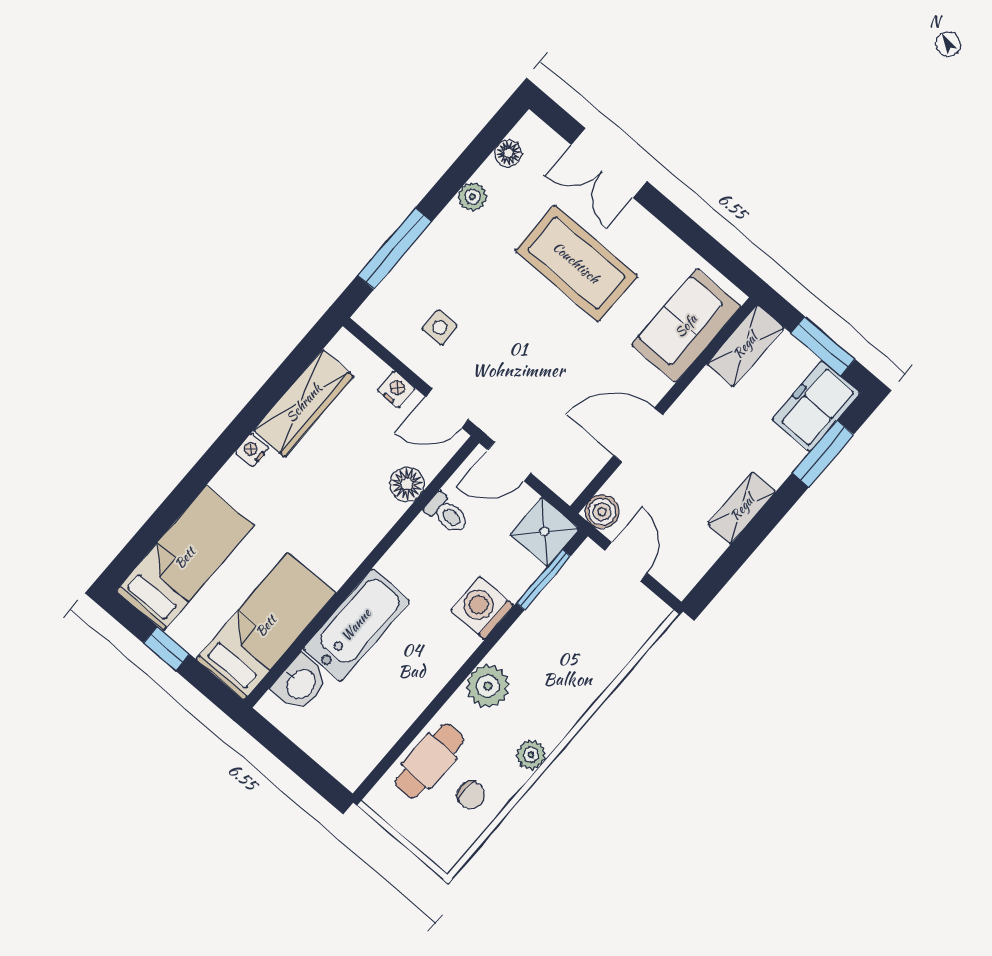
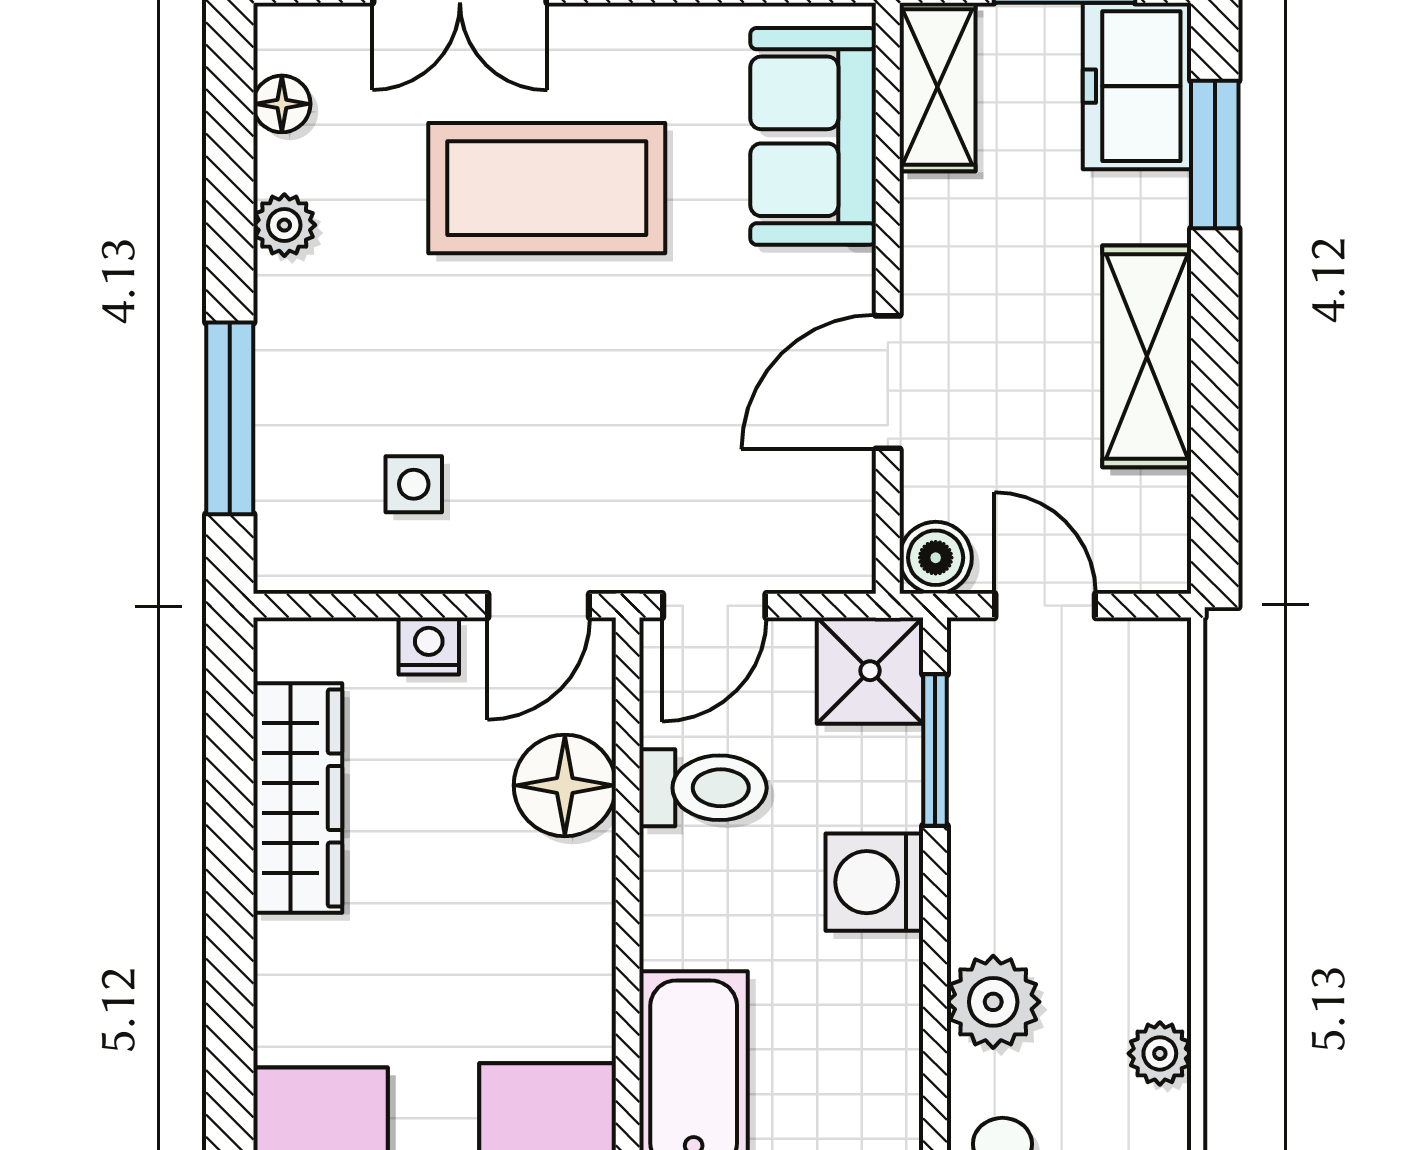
nightstand: (252, 450) -> (279, 946), removed
floor lamp: (407, 484) -> (565, 785), width x1.38, depth x1.38
shelving: (742, 508) -> (1147, 356), width x1.50, depth x1.33
toilet: (447, 513) -> (703, 788), width x1.37, depth x1.39

